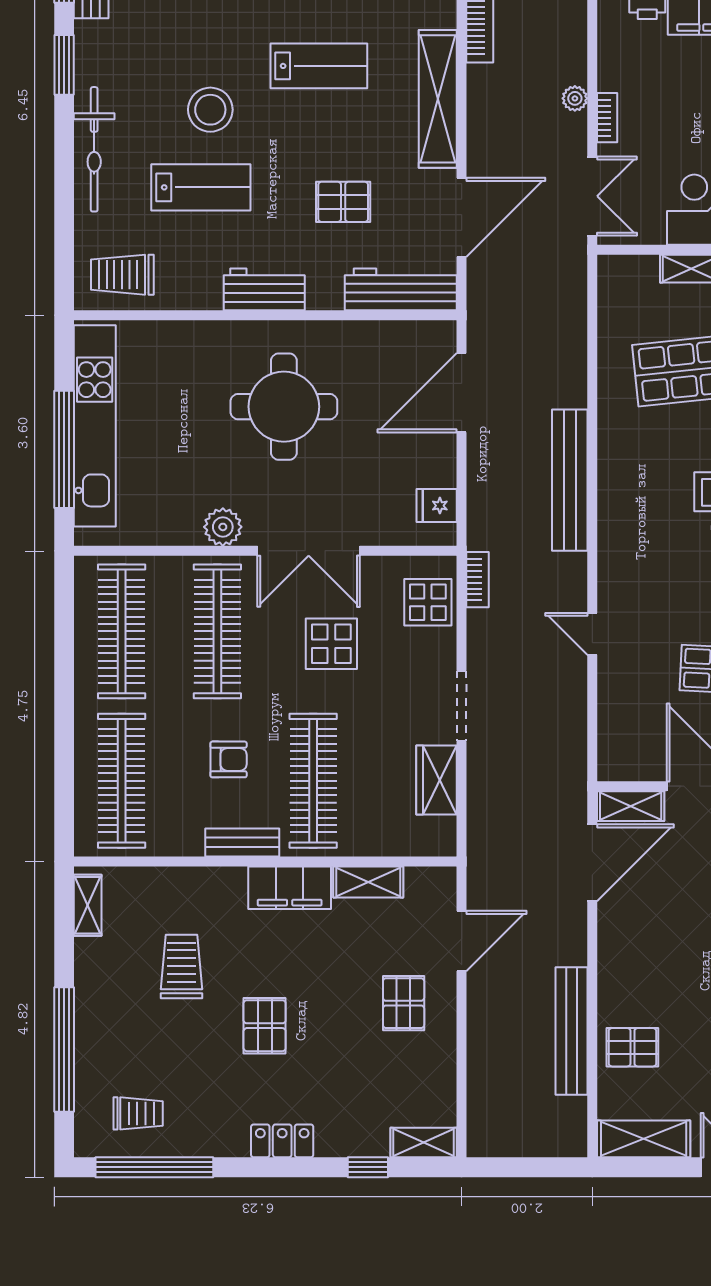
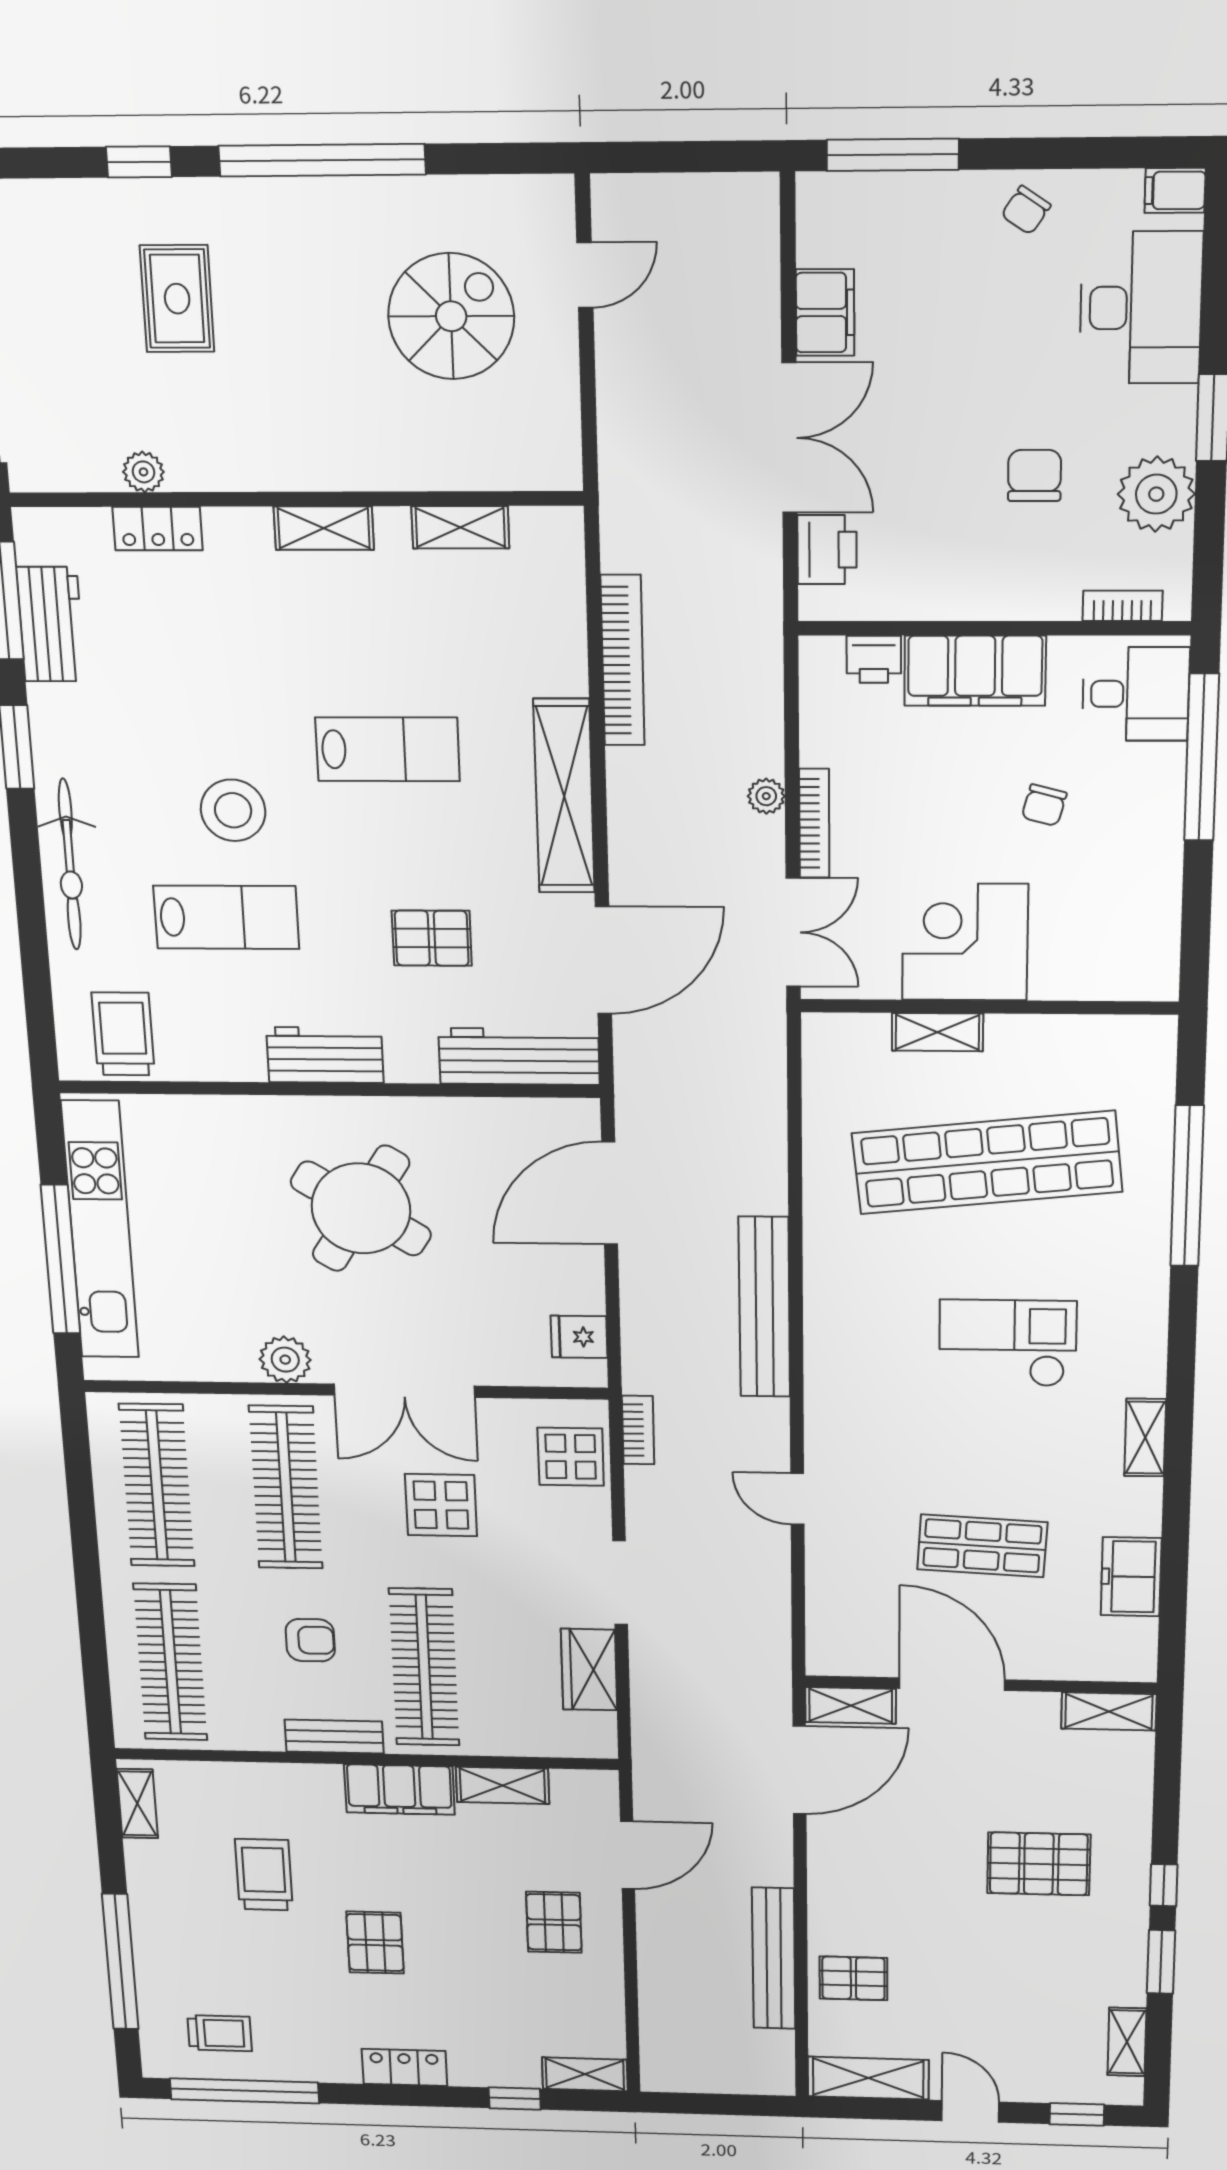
bookcase: (607, 118) -> (814, 823), width x1.56
trolley: (122, 275) -> (123, 1034), turned 90
round table: (284, 407) -> (361, 1208), turned 32

